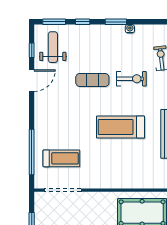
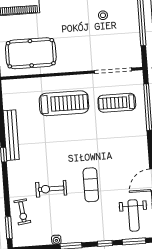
exercise mat: (92, 80) -> (91, 185), turned 90
treadmill: (120, 127) -> (64, 103), moved

